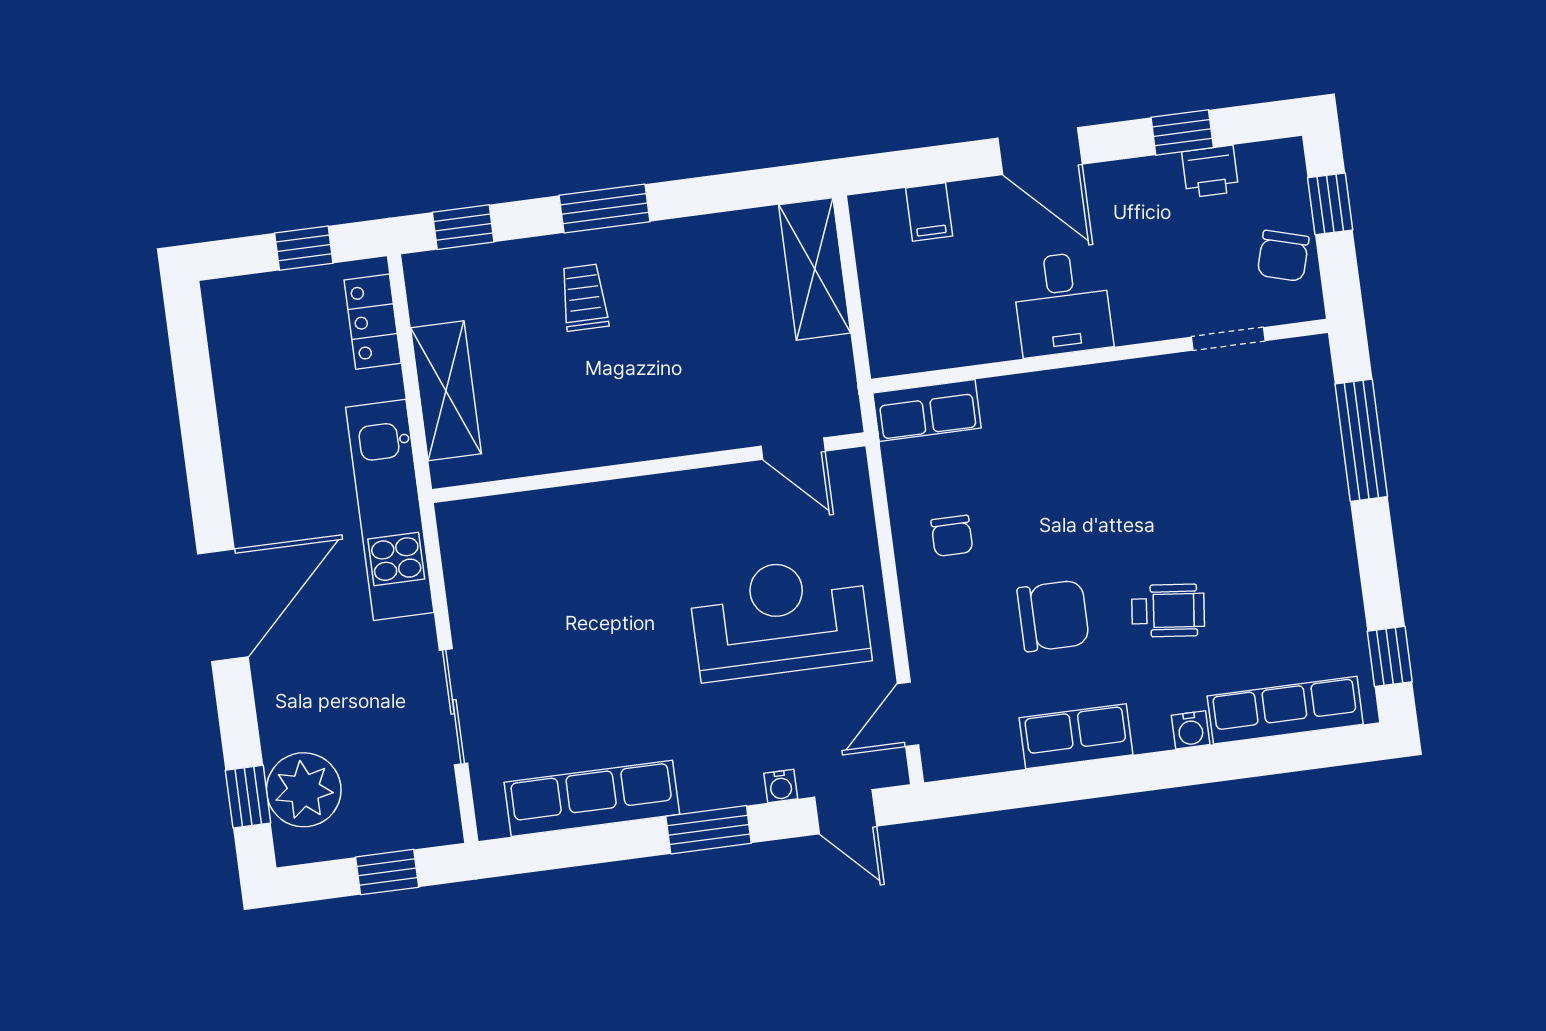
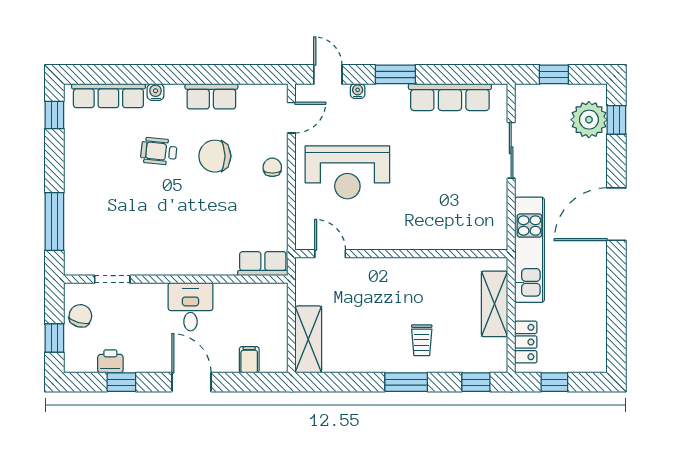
chair: (952, 536) -> (272, 167), moved

